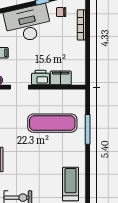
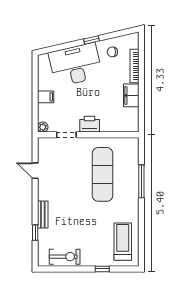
filing cabinet: (61, 78) -> (131, 95), moved, turned -90
exercise mat: (52, 123) -> (103, 174), turned 90

